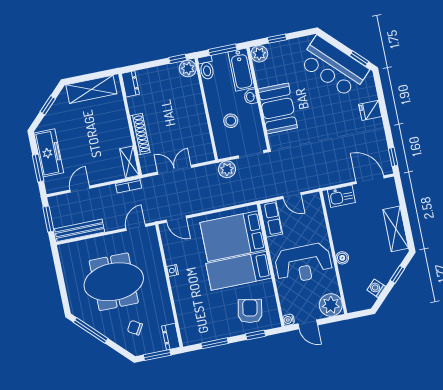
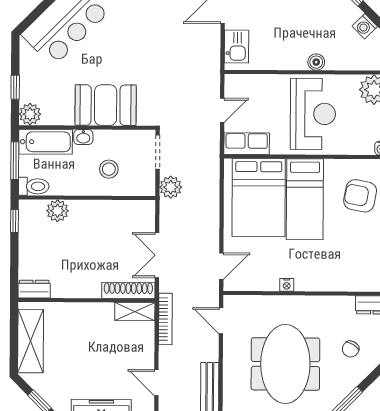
plant: (188, 68) -> (57, 211), moved
shoe rack: (140, 134) -> (128, 290), moved
bookcase: (129, 186) -> (165, 319), width x1.56

